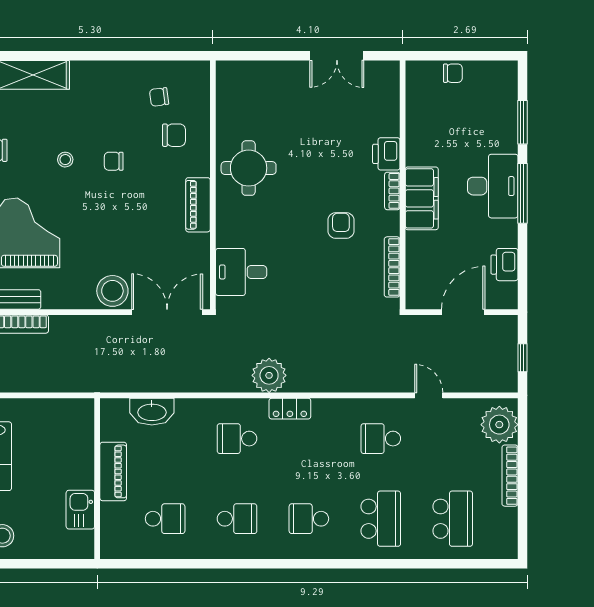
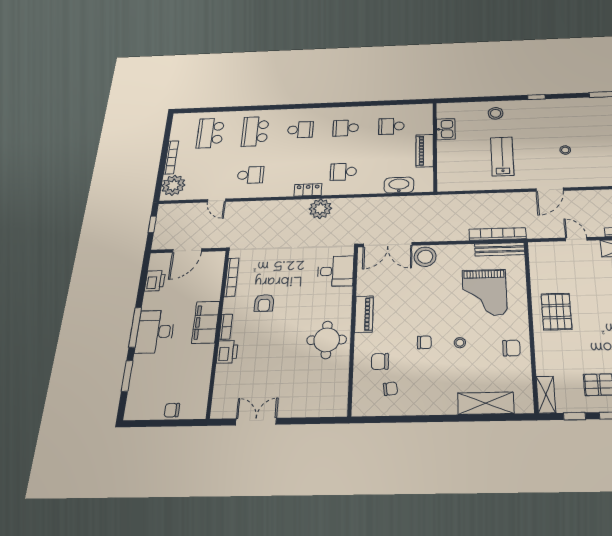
school desk: (237, 439) -> (344, 172), turned 180

